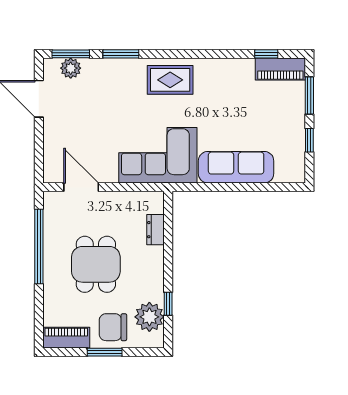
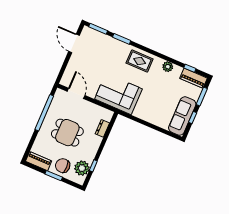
plant: (71, 68) -> (168, 67), moved
sofa: (236, 167) -> (182, 116), moved, turned -90
dining table: (96, 264) -> (67, 133), turned 90

